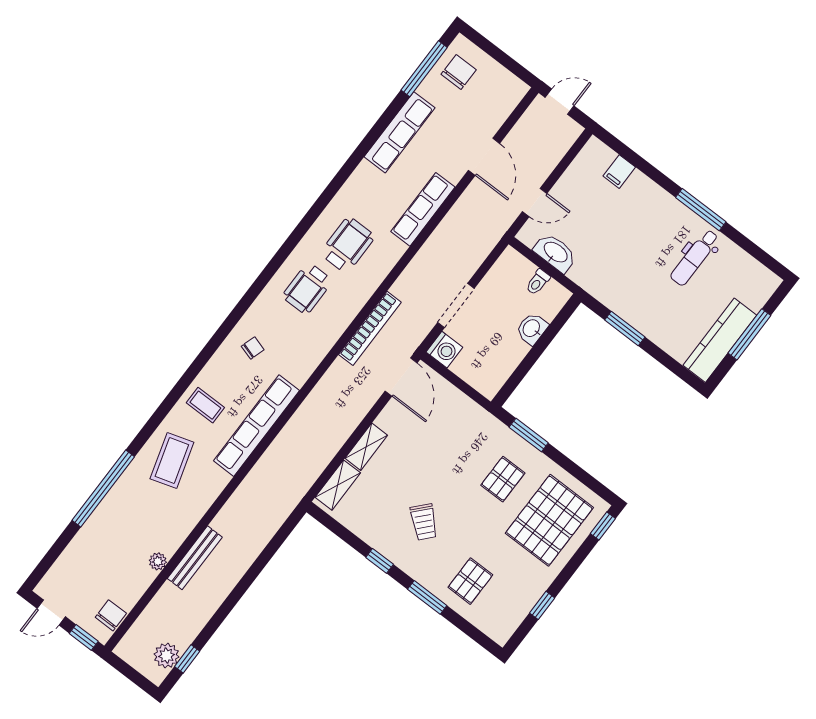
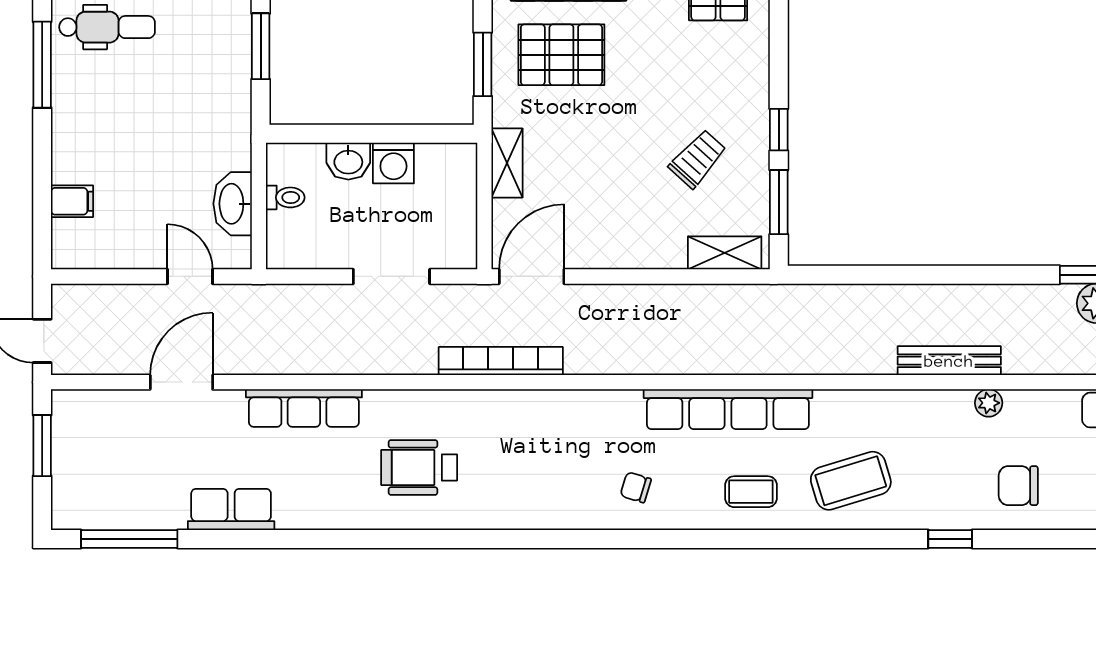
window: (506, 61) -> (42, 446), added
chair: (459, 72) -> (1018, 486), moved
row of seats: (399, 132) -> (231, 510), width x0.68
wheelchair: (307, 288) -> (511, 476), removed
washing machine: (444, 350) -> (393, 163), moved, turned 180
coffee table: (205, 405) -> (751, 492), turned 90
shelving: (366, 447) -> (507, 163), moved, turned 90
pallet: (503, 479) -> (561, 55), width x1.50, depth x1.42
window: (103, 488) -> (950, 539), width x0.32
trolley: (424, 522) -> (698, 159), moved
window: (427, 597) -> (779, 202), moved

